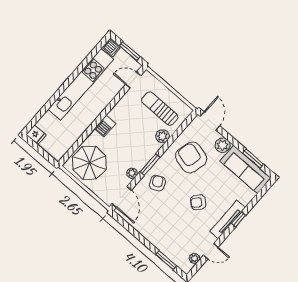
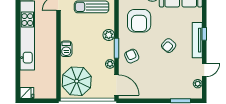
plant: (162, 136) -> (109, 35), moved
armchair: (191, 157) -> (139, 21), turned -104

